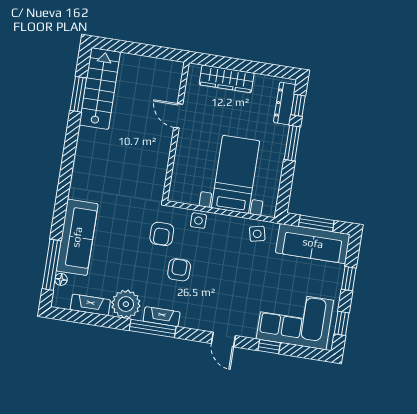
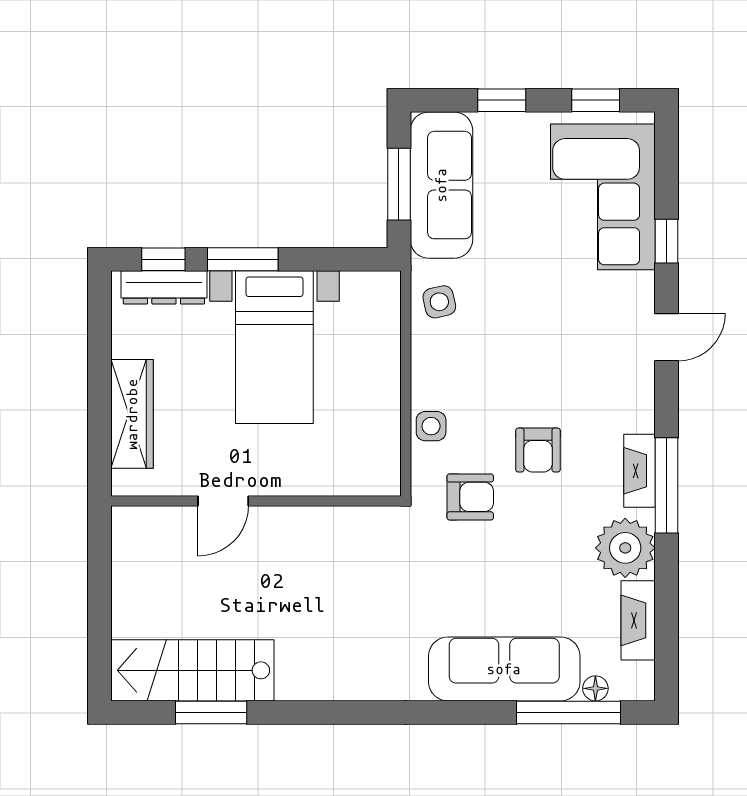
bed with nightstands: (236, 174) -> (274, 347), moved, turned -90
armchair: (179, 270) -> (538, 450), turned -90

